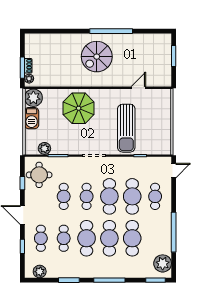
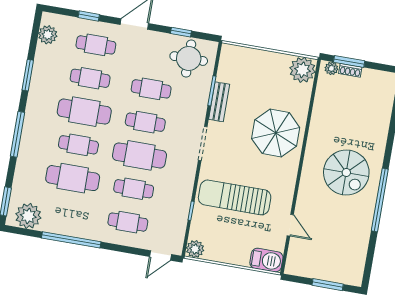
spiral stairs: (97, 57) -> (346, 172), turned 180
barbecue: (32, 118) -> (266, 260), moved, turned 180
plant: (44, 148) -> (195, 249), moved
bench: (64, 150) -> (219, 102), added
door: (174, 171) -> (161, 255), hinge flipped
cafe table: (132, 196) -> (134, 189), width x0.73, depth x0.74
cafe table: (109, 238) -> (78, 145), width x0.73, depth x0.74

